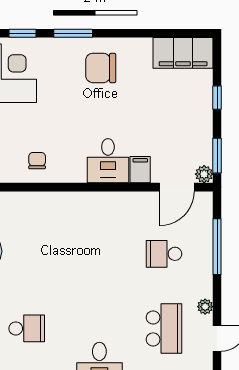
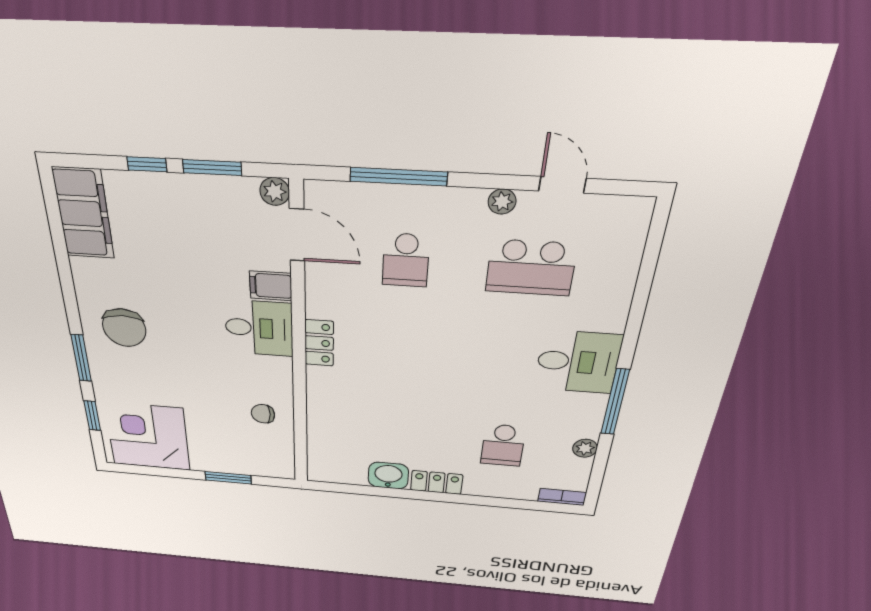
window: (217, 156) -> (212, 167), moved
locker: (100, 201) -> (319, 343), added
school desk: (27, 328) -> (503, 445), turned 180
school desk: (164, 328) -> (531, 268), turned 180

